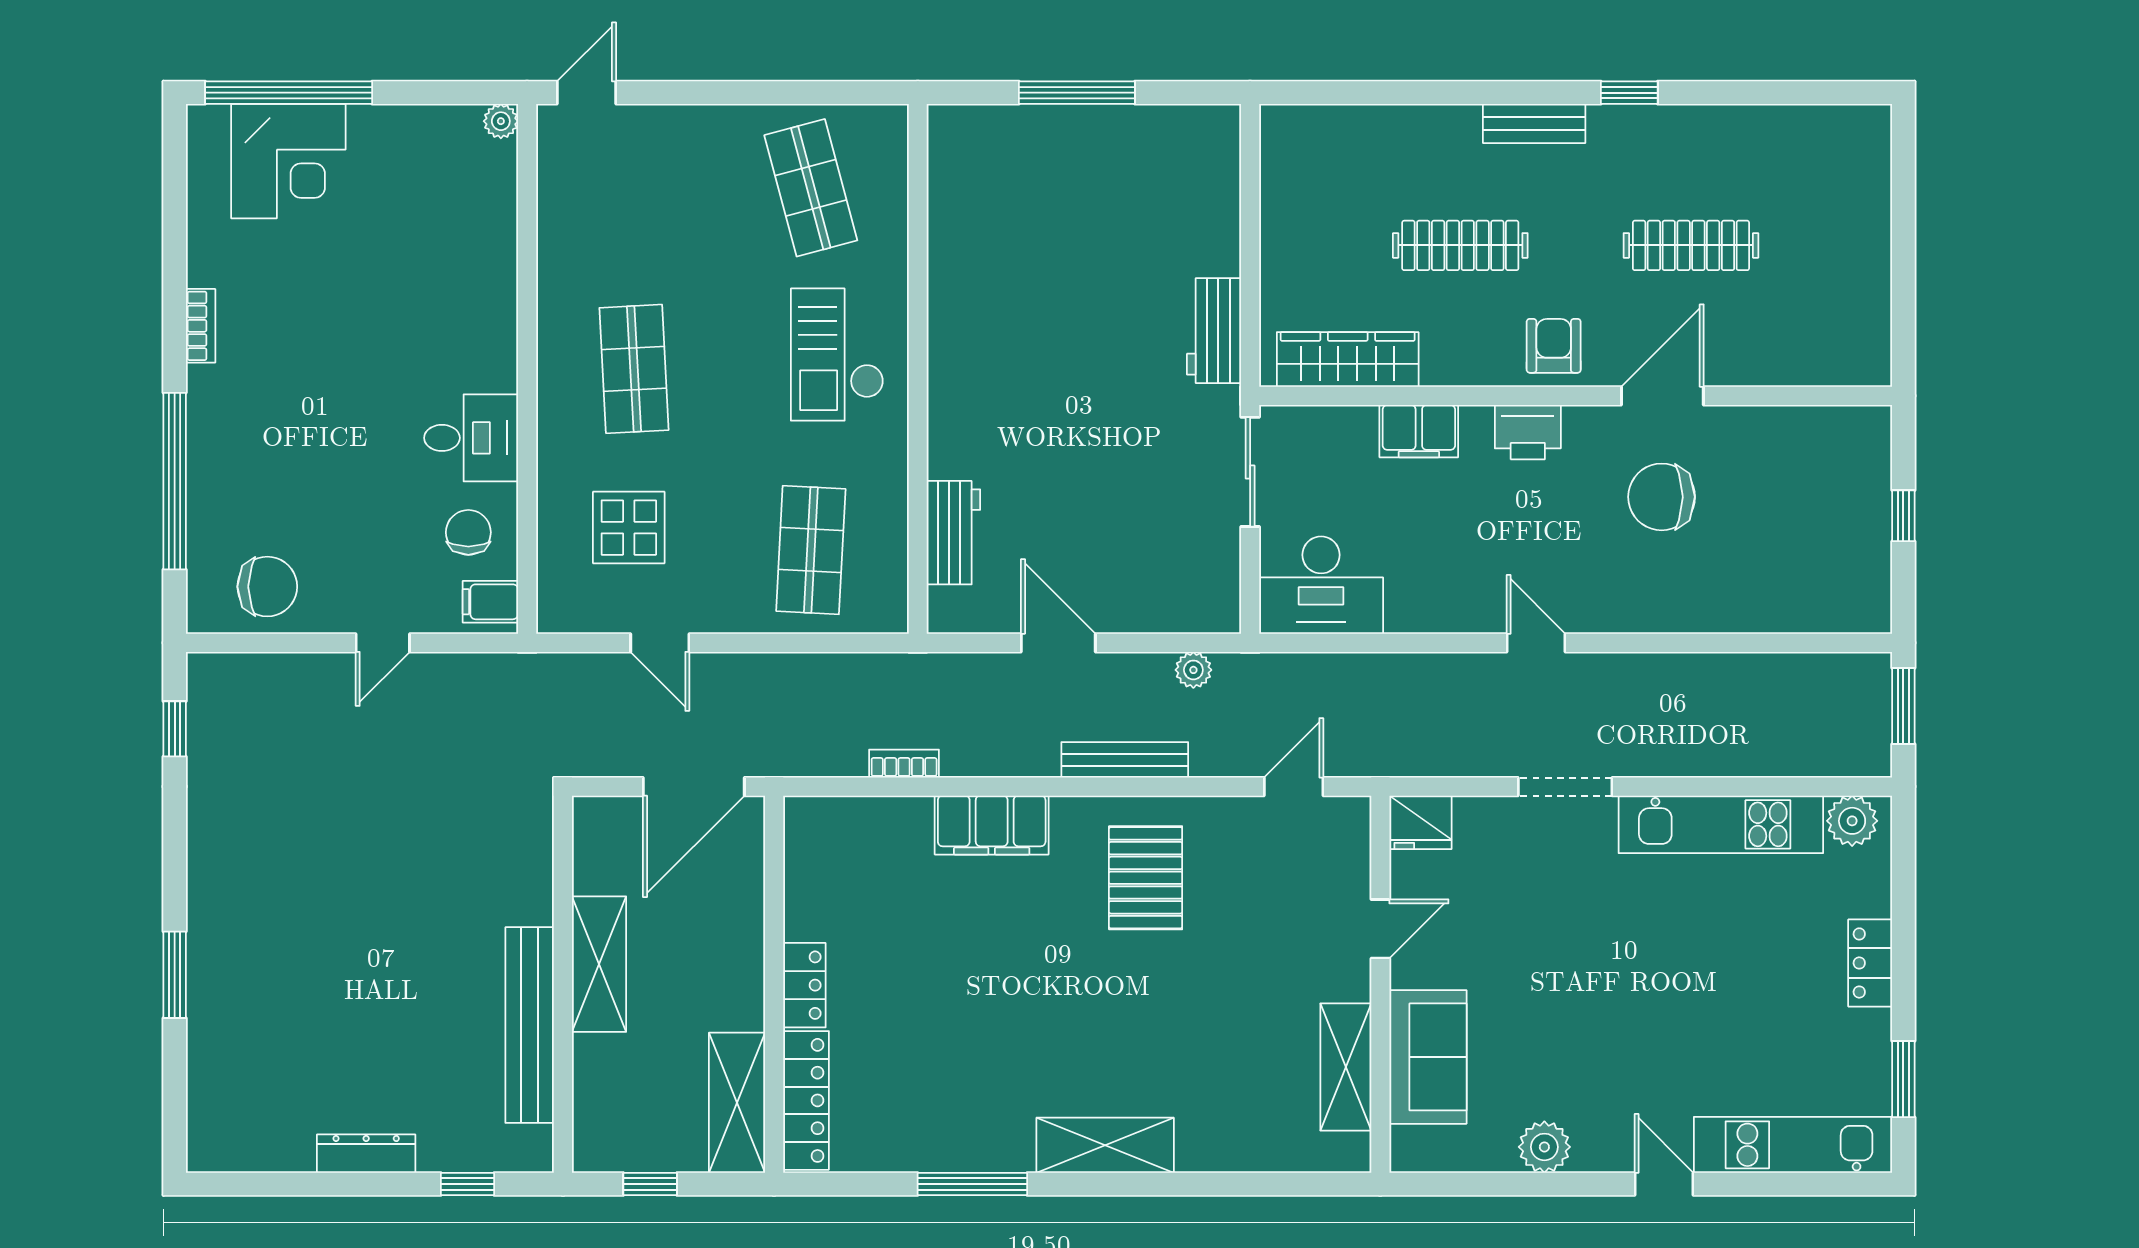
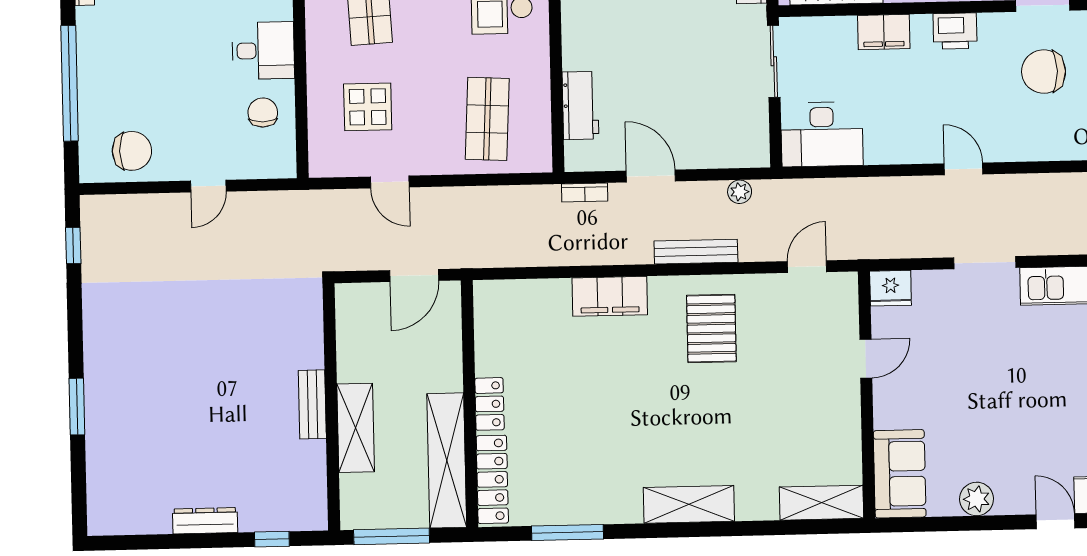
filing cabinet: (490, 602) -> (278, 158), removed
bookcase: (904, 764) -> (585, 193), moved, turned 180
door: (694, 787) -> (414, 276), width x0.73
shelving: (599, 964) -> (356, 428), moved
bench: (530, 1025) -> (312, 404), width x0.54, depth x0.82
sofa: (1428, 1057) -> (900, 474), moved
shelving: (1346, 1067) -> (821, 503), moved, turned 90
shelving: (737, 1103) -> (447, 460), width x1.47
window: (650, 1184) -> (392, 536), width x2.17
window: (972, 1184) -> (568, 532), moved

